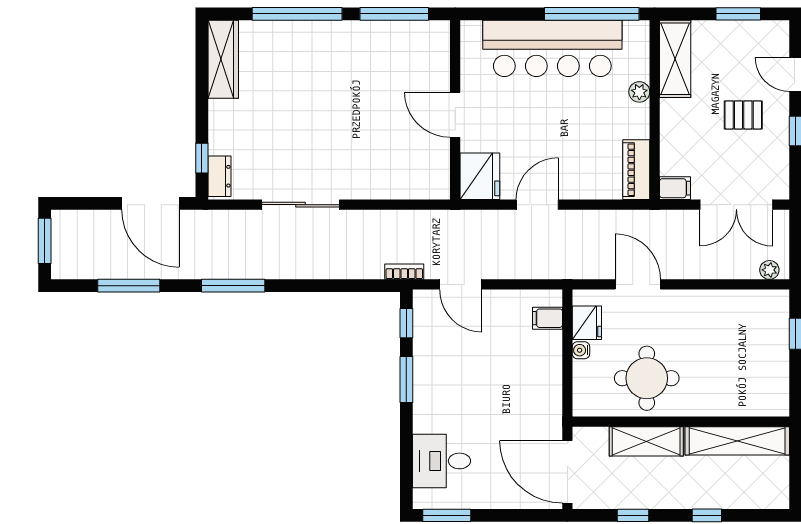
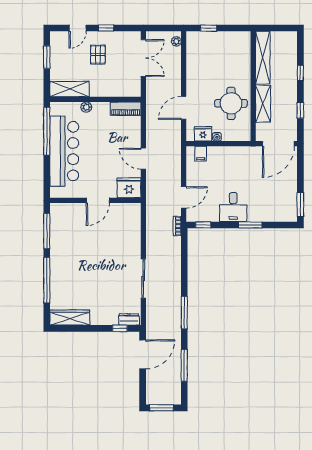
filing cabinet: (675, 188) -> (135, 89), removed
window: (406, 379) -> (250, 225), moved
desk: (442, 461) -> (233, 207), moved

